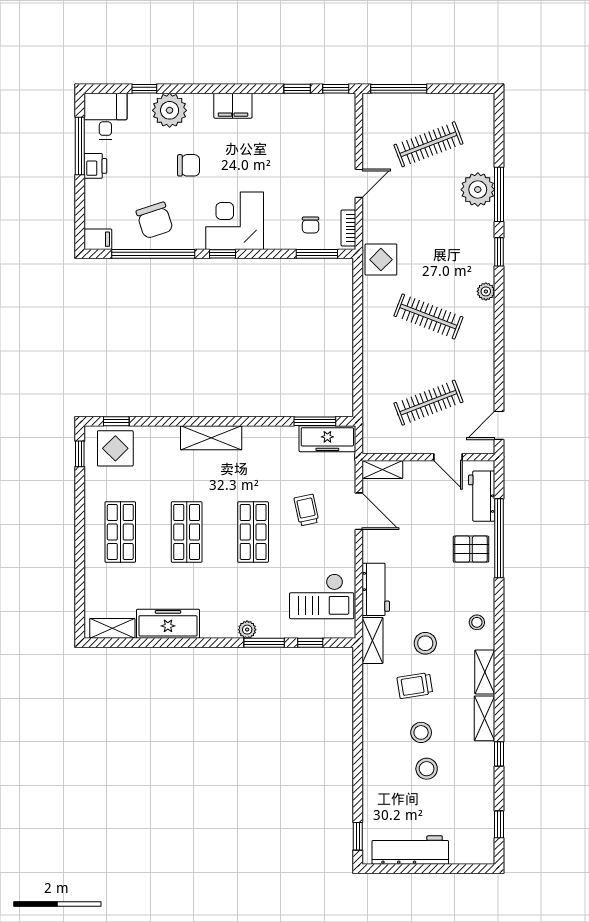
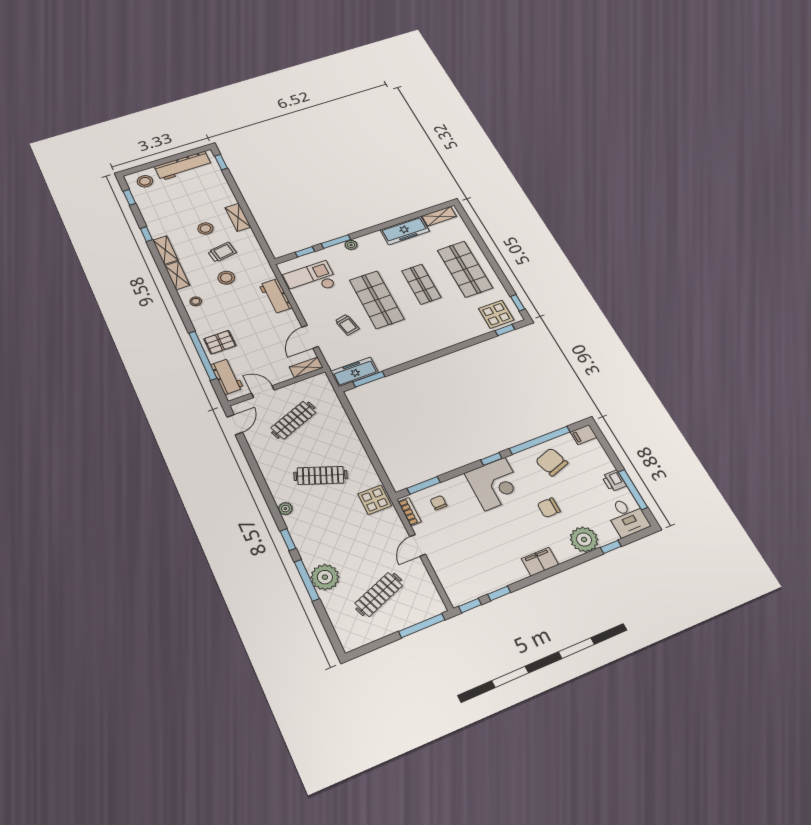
shelving: (211, 438) -> (435, 343), removed
door: (359, 511) -> (310, 337), hinge flipped
shop shelf: (120, 532) -> (465, 269), width x1.43, depth x1.36
shop shelf: (253, 532) -> (377, 300), width x1.43, depth x1.36
shelving: (373, 640) -> (238, 217), moved
stool: (427, 769) -> (145, 181), moved

